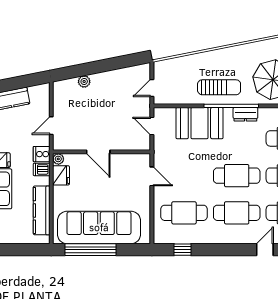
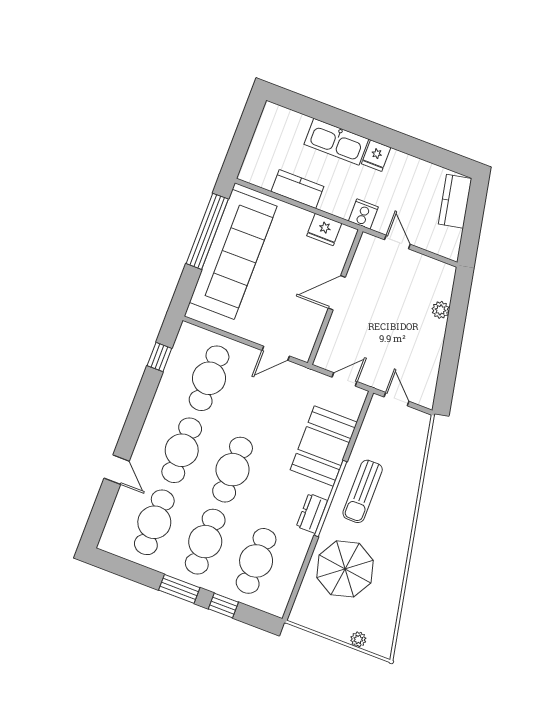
plant: (58, 159) -> (348, 234), removed
dishwasher: (42, 169) -> (342, 206), removed
kitchen counter: (42, 210) -> (297, 189), width x0.67

